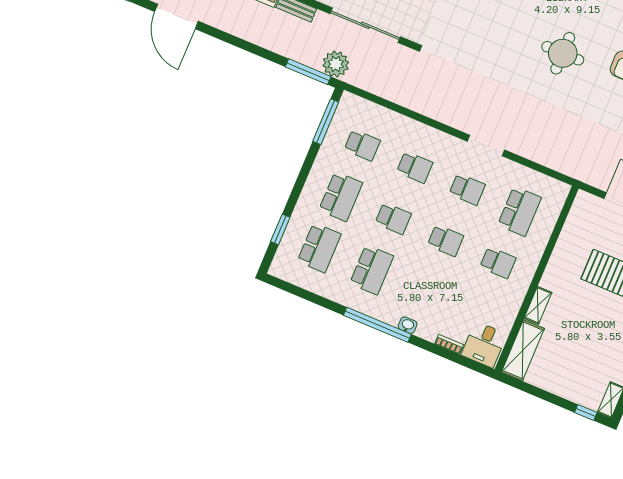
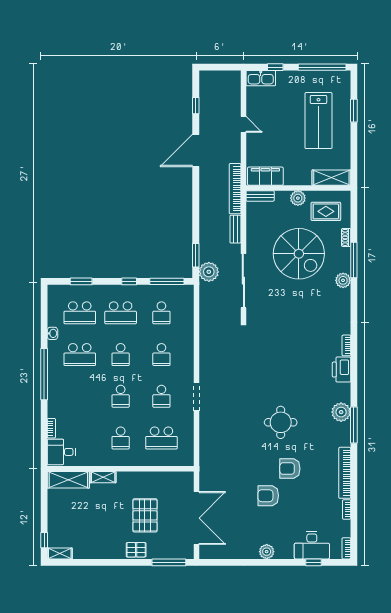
window: (308, 72) -> (196, 255), width x0.69
window: (306, 169) -> (129, 281), added
washbasin: (408, 325) -> (53, 333), moved

